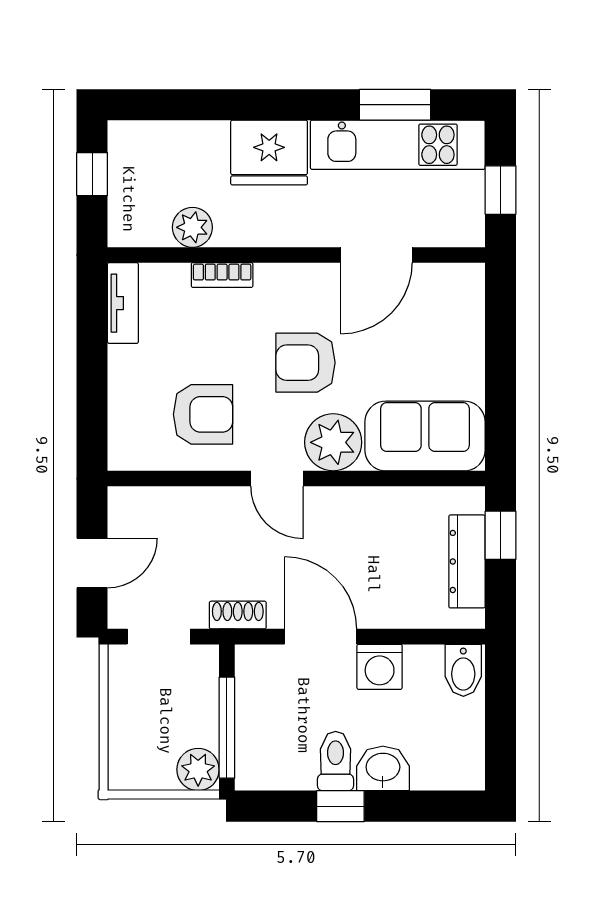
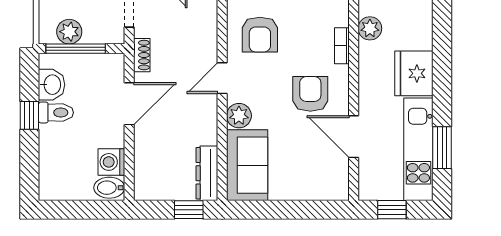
armchair: (306, 363) -> (310, 94), moved
plant: (333, 442) -> (239, 116), width x0.73, depth x0.73
dresser: (467, 561) -> (207, 173), moved, turned -90
washing machine: (380, 667) -> (111, 162), moved
washbasin: (383, 768) -> (52, 85), moved
plant: (198, 770) -> (69, 32), moved

